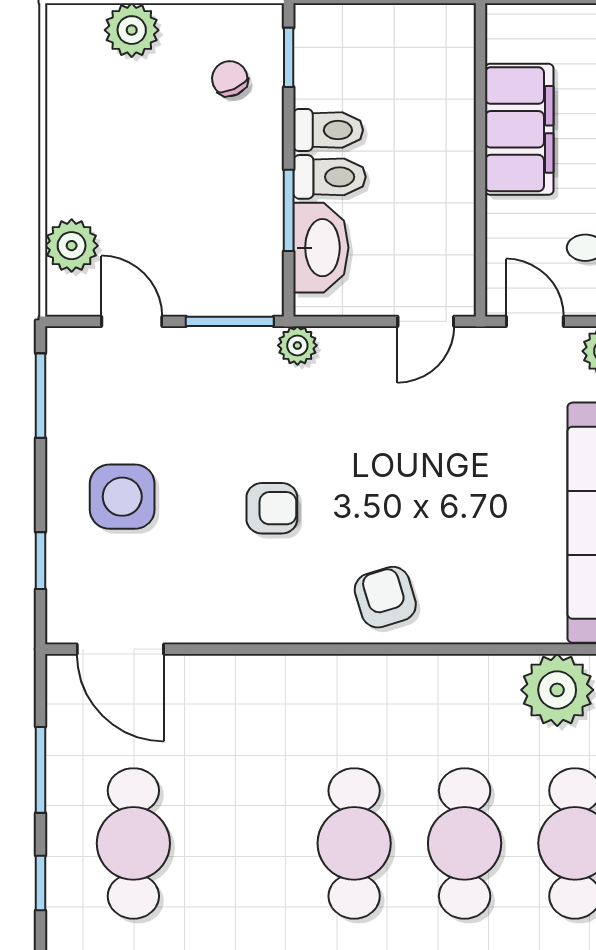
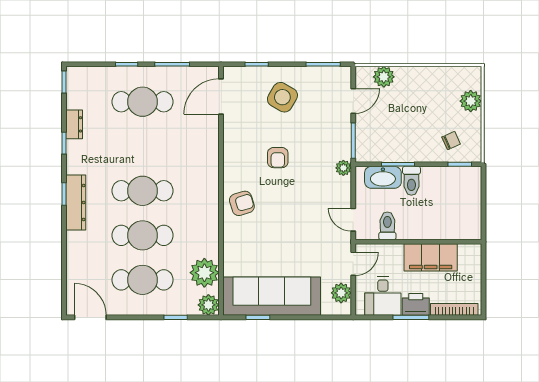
toilet: (328, 130) -> (387, 226), moved, turned 180
side table: (122, 497) -> (282, 97), turned 30

